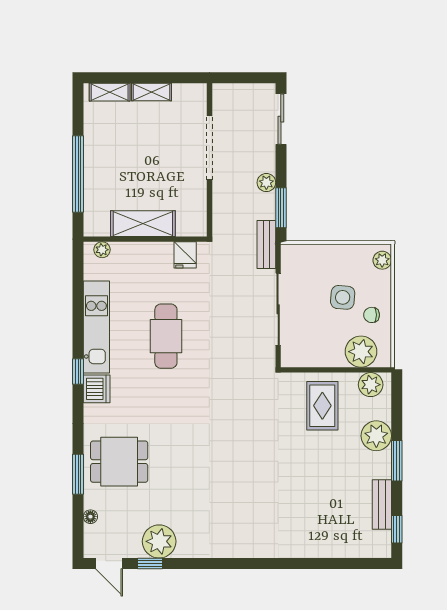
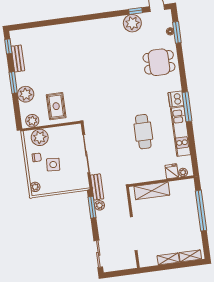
plant: (266, 183) -> (100, 205), moved
shelving: (143, 224) -> (152, 191), moved
fridge: (185, 255) -> (172, 171), moved
window: (78, 372) -> (187, 107), width x2.17
window: (78, 474) -> (177, 32), moved

